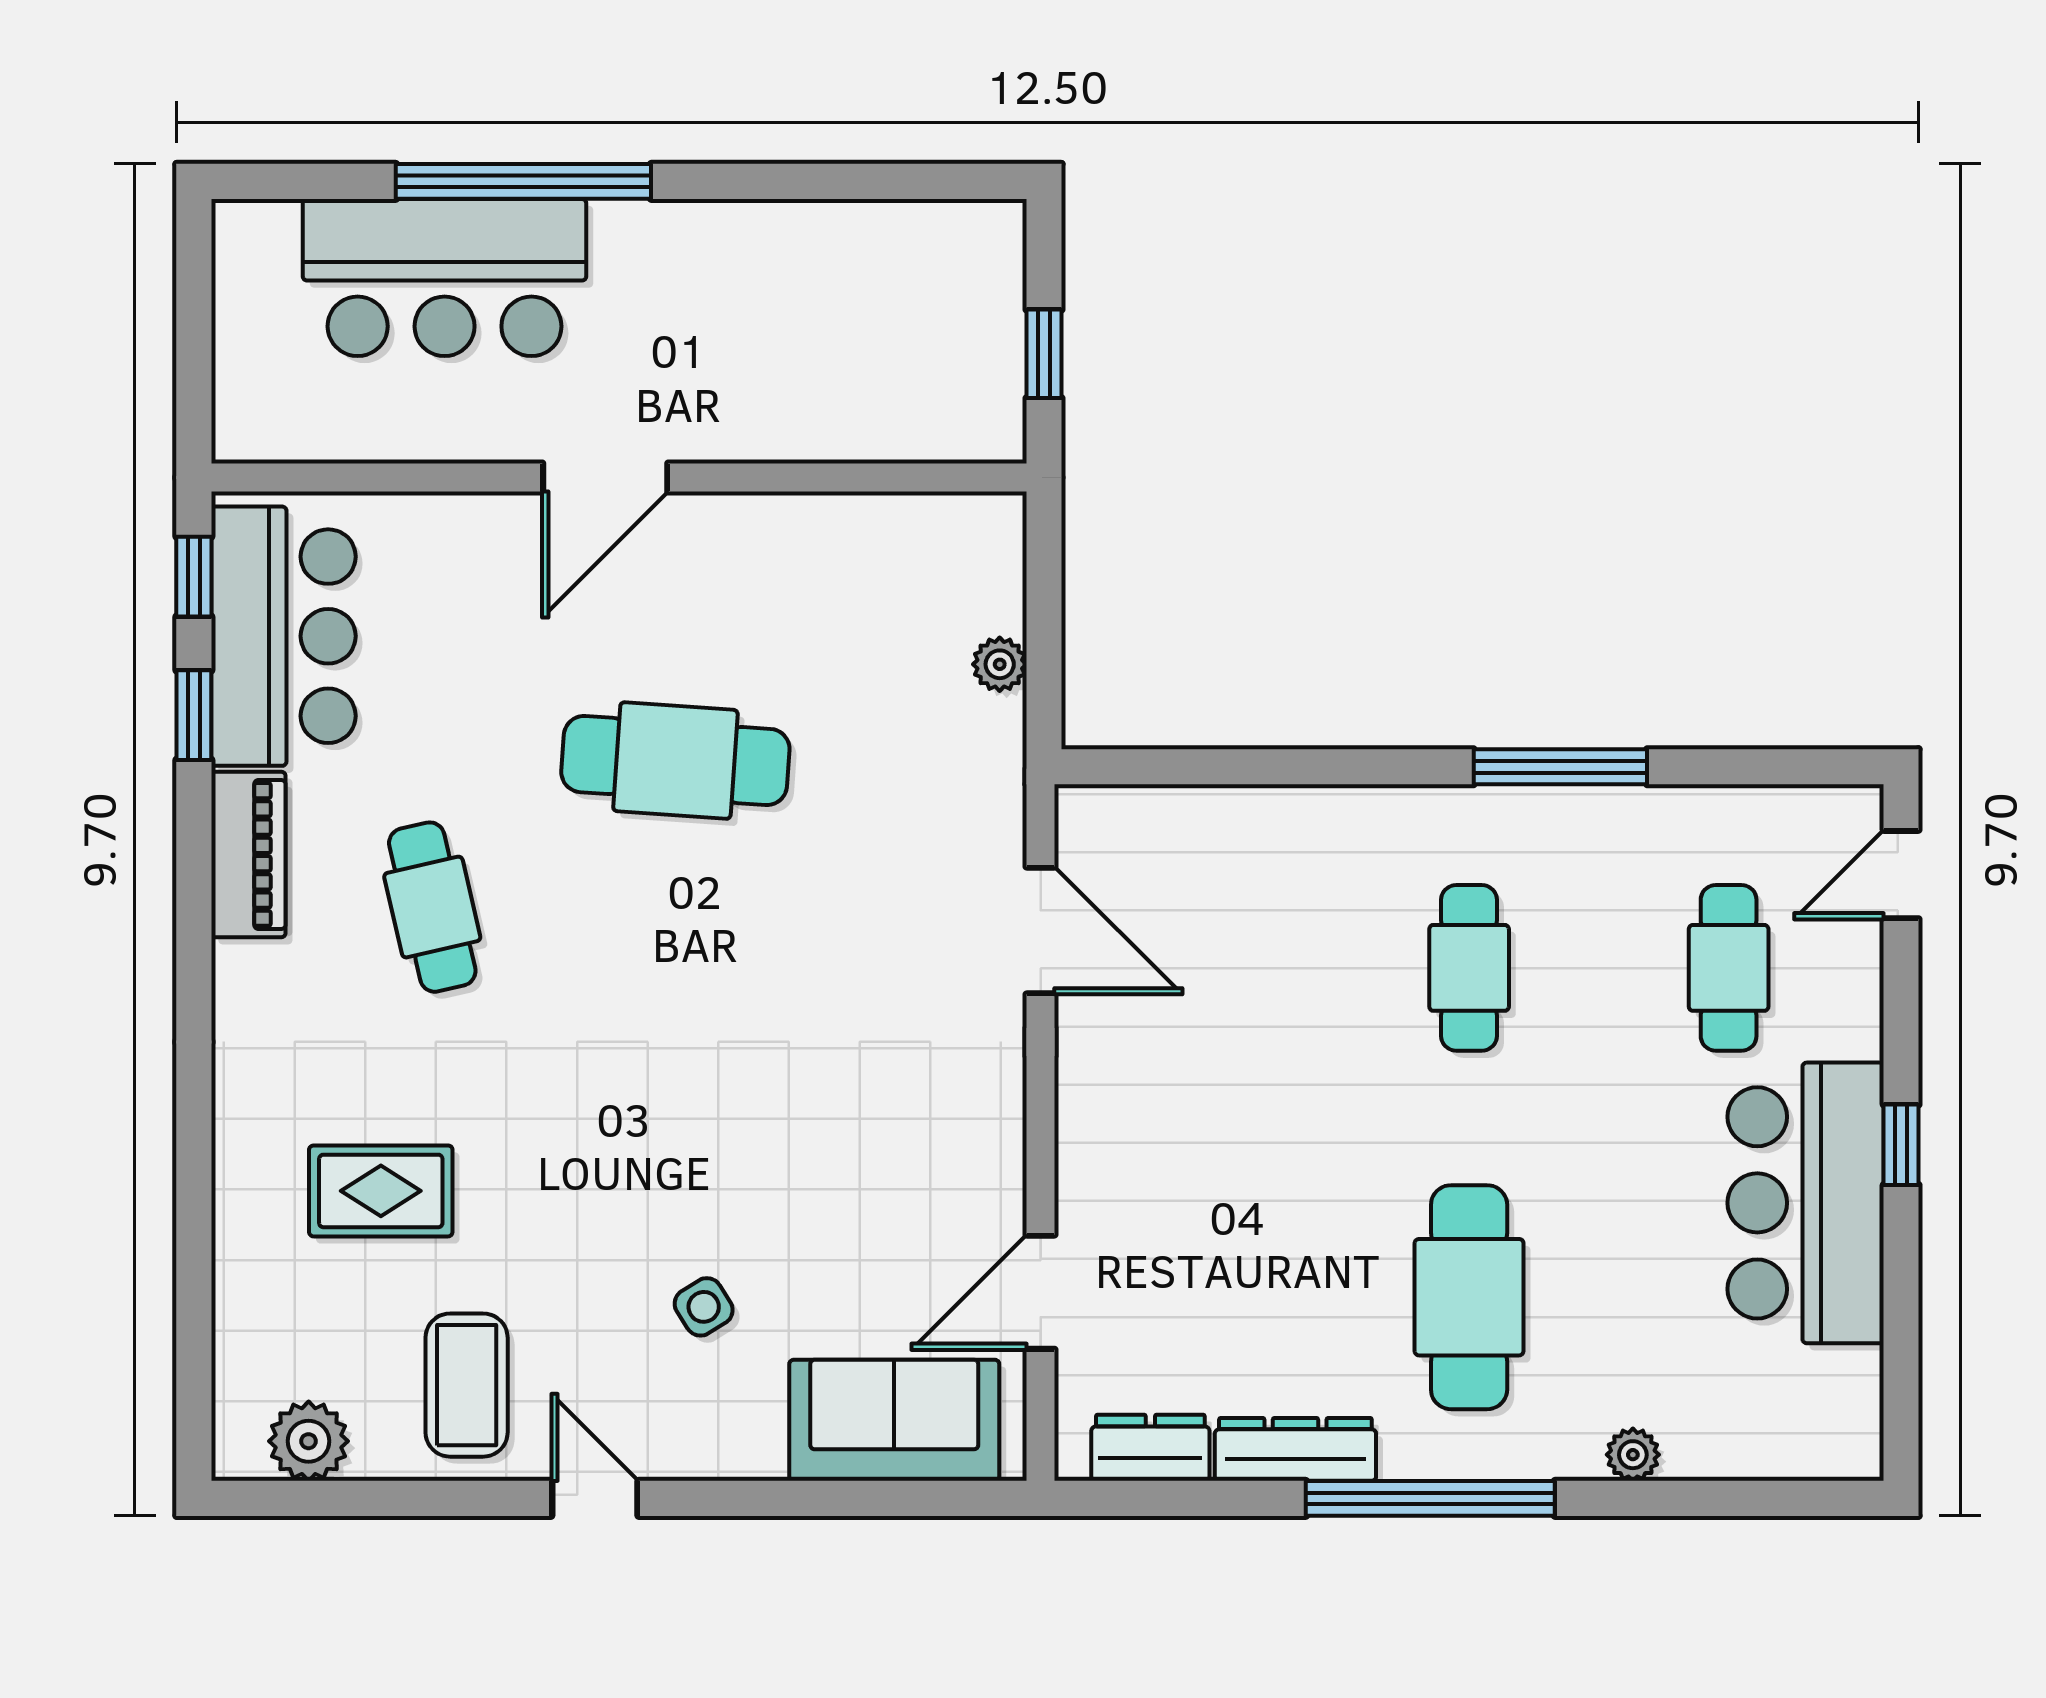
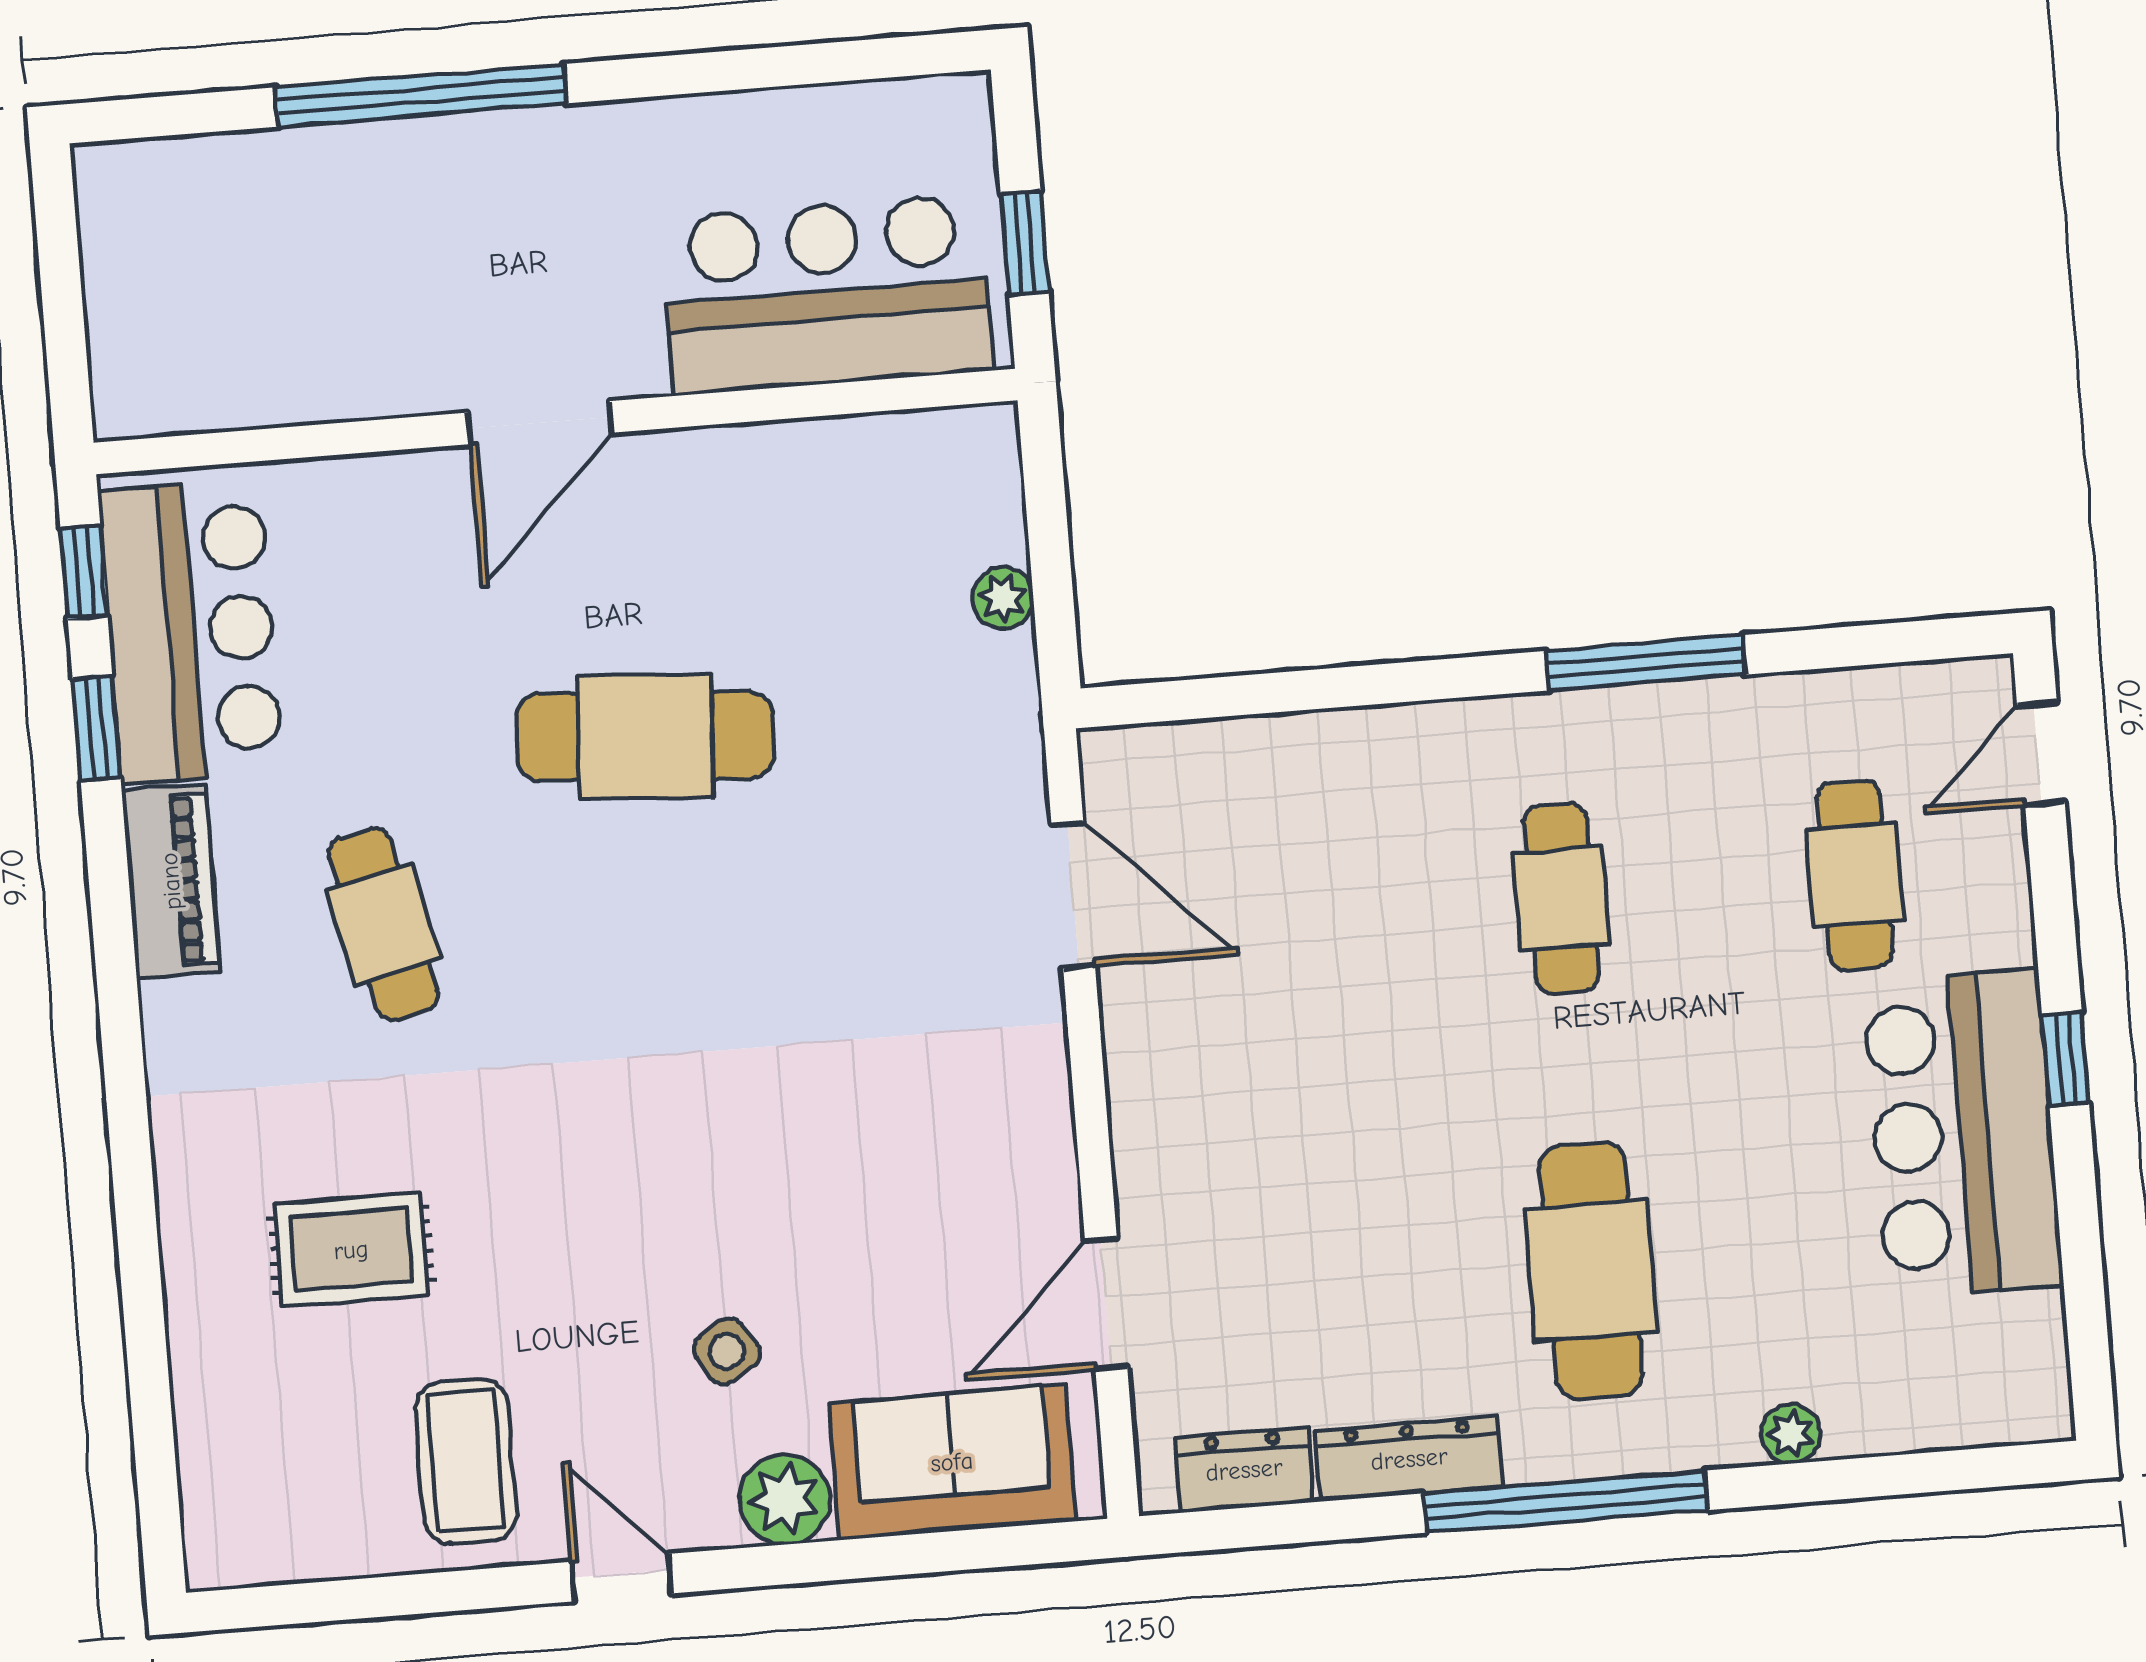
bar counter: (445, 278) -> (826, 294), moved, turned 180
plant: (309, 1441) -> (785, 1499), moved

